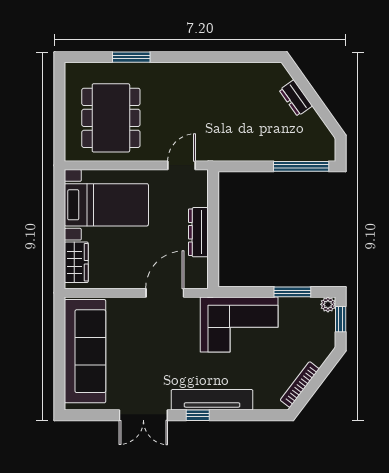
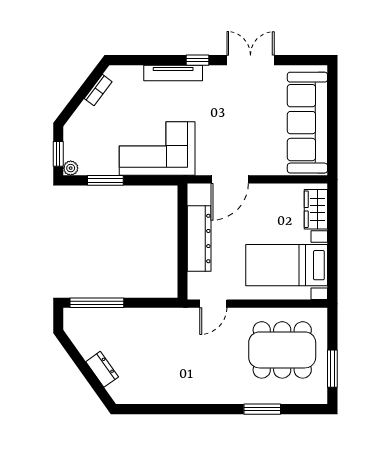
window: (59, 99) -> (332, 369), added
dining table: (111, 118) -> (282, 350), turned 90
dresser: (198, 232) -> (199, 239), width x1.37, depth x1.24
bookcase: (300, 384) -> (98, 90), width x0.64
tv unit: (212, 400) -> (173, 73), width x0.73, depth x0.78

